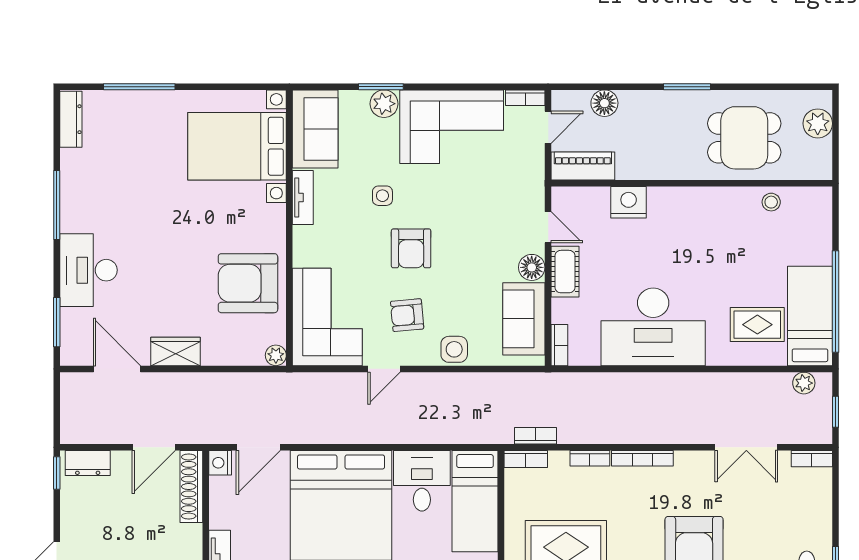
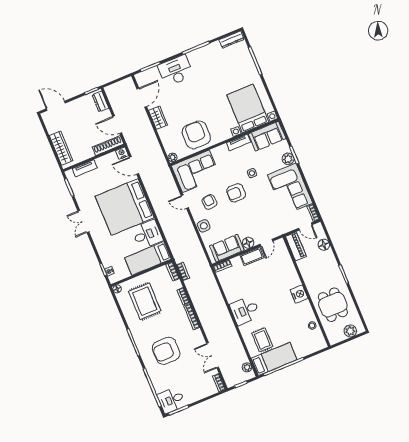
nightstand: (629, 202) -> (299, 294), moved
desk: (653, 327) -> (245, 311), width x0.53, depth x0.77

